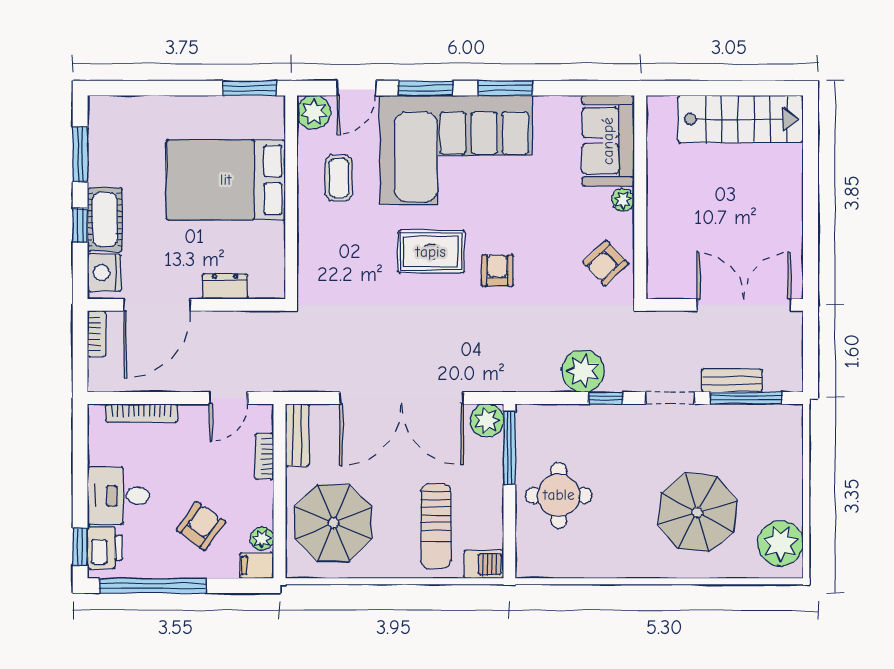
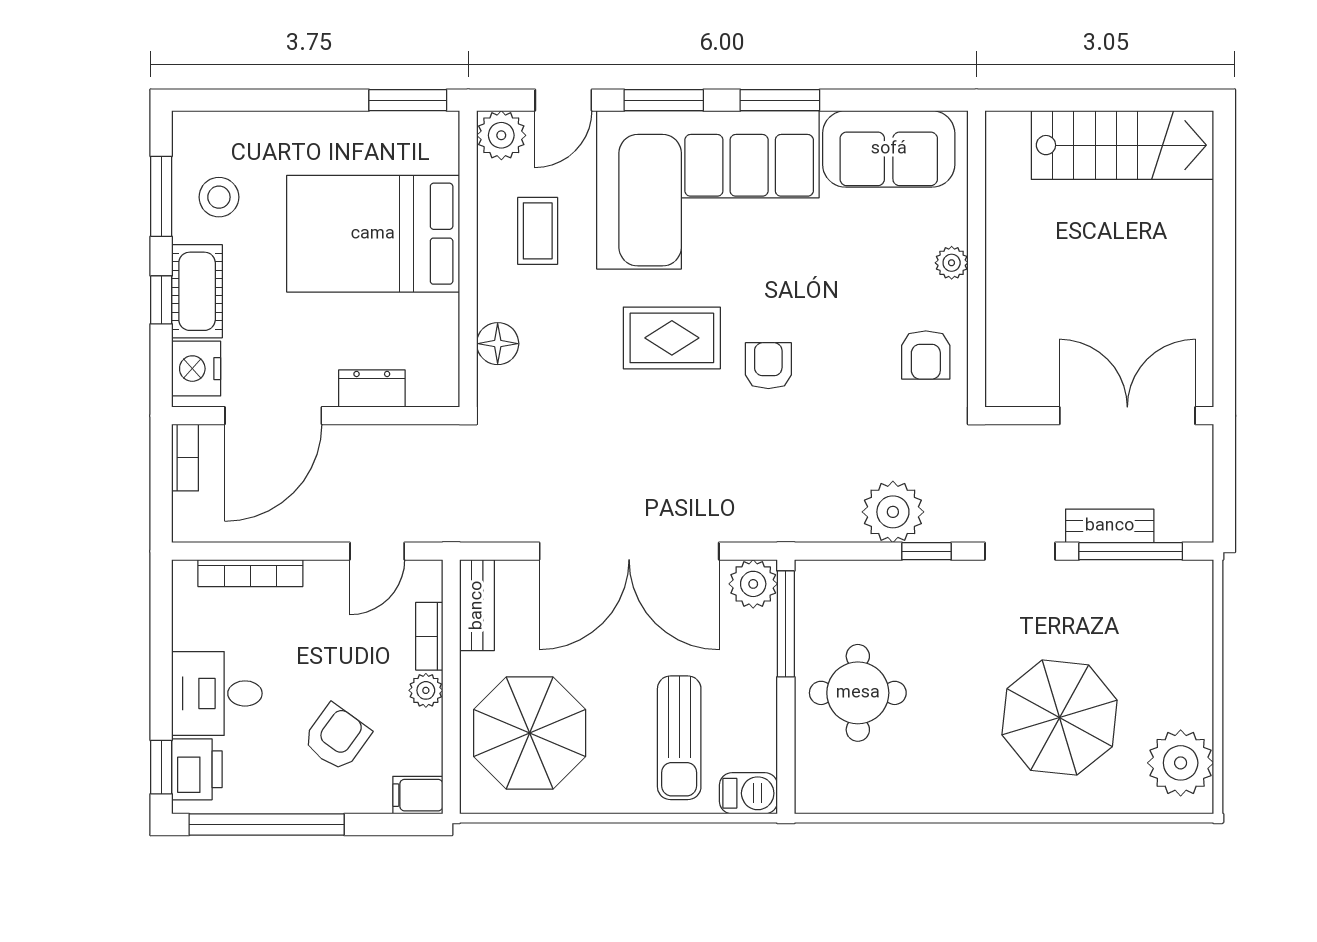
sofa: (608, 141) -> (889, 149), moved, turned -90
stool: (120, 155) -> (219, 197), added
floor lamp: (311, 255) -> (498, 344), added
armchair: (606, 263) -> (926, 355), turned -47
plant: (262, 539) -> (426, 690), moved

